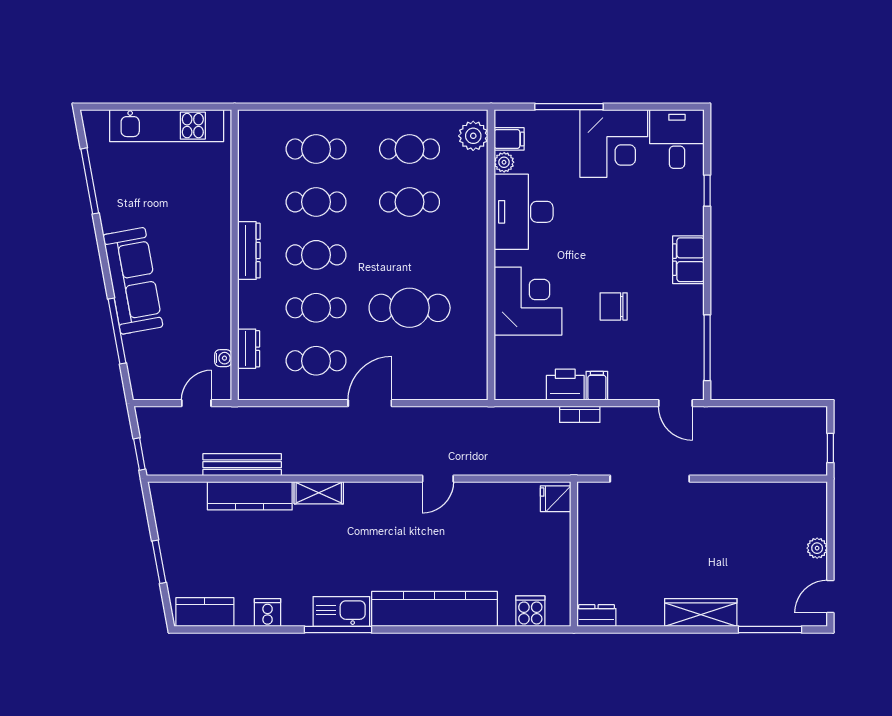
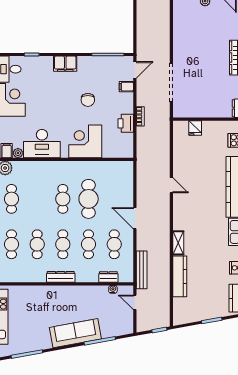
cafe table: (410, 202) -> (63, 199), moved
filing cabinet: (597, 386) -> (126, 87), moved
bench: (242, 465) -> (142, 270), moved
fridge: (556, 499) -> (195, 128), moved

